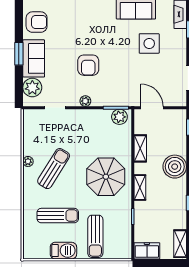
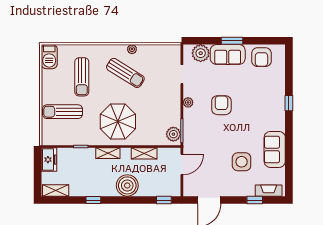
armchair: (88, 65) -> (221, 105), turned 90
barbecue: (63, 251) -> (49, 57), moved

